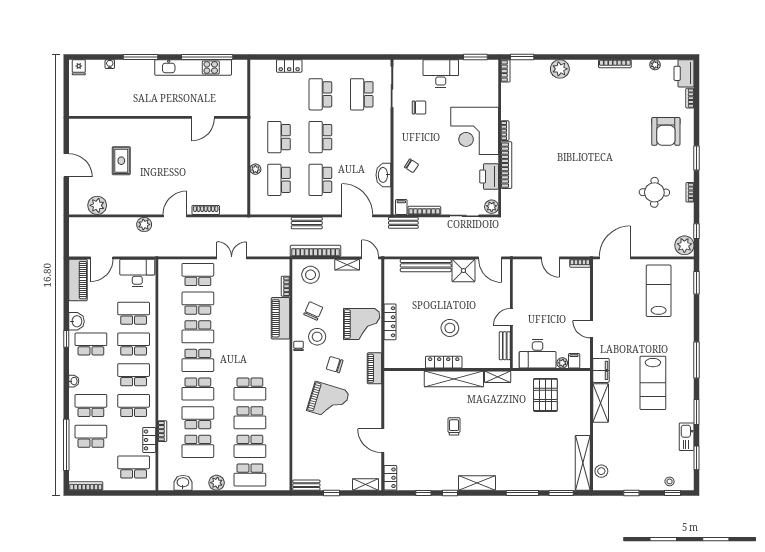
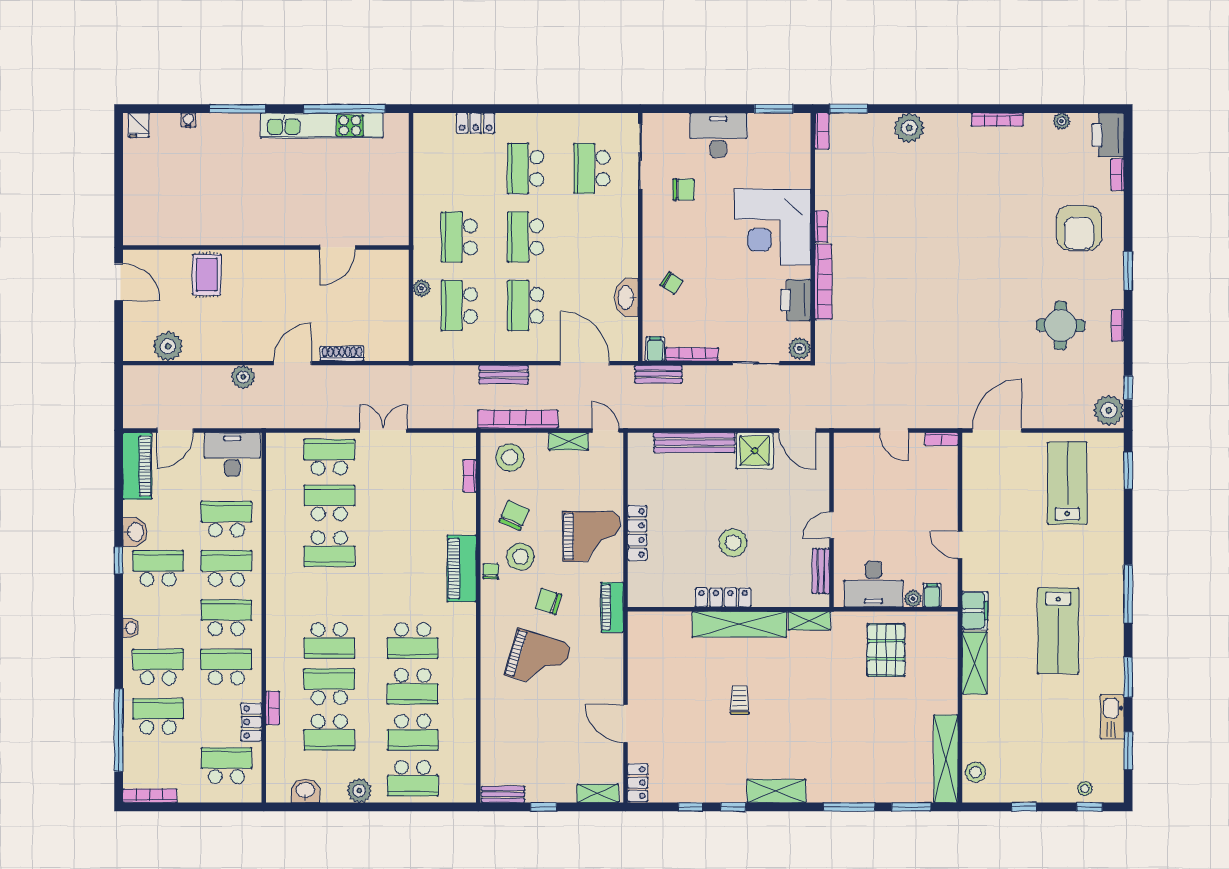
wall: (158, 117) -> (266, 247), moved
door: (203, 117) -> (338, 247), moved
piano: (280, 318) -> (462, 569), moved
school desk: (198, 360) -> (329, 595), removed

